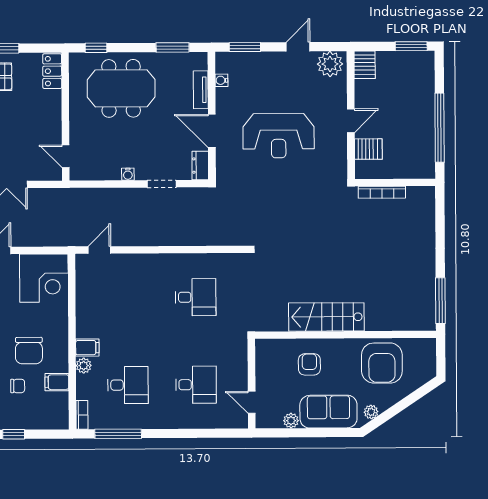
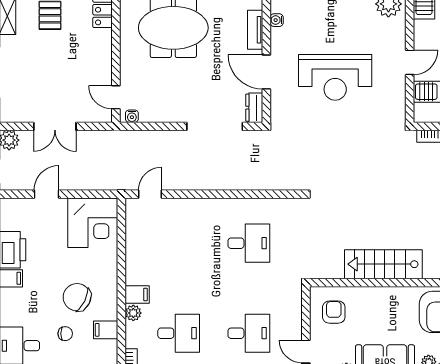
water cooler: (128, 174) -> (132, 116), moved
doorway: (162, 184) -> (215, 126), width x1.88
chair: (29, 351) -> (77, 297), turned 117
armchair: (309, 364) -> (334, 312), moved

